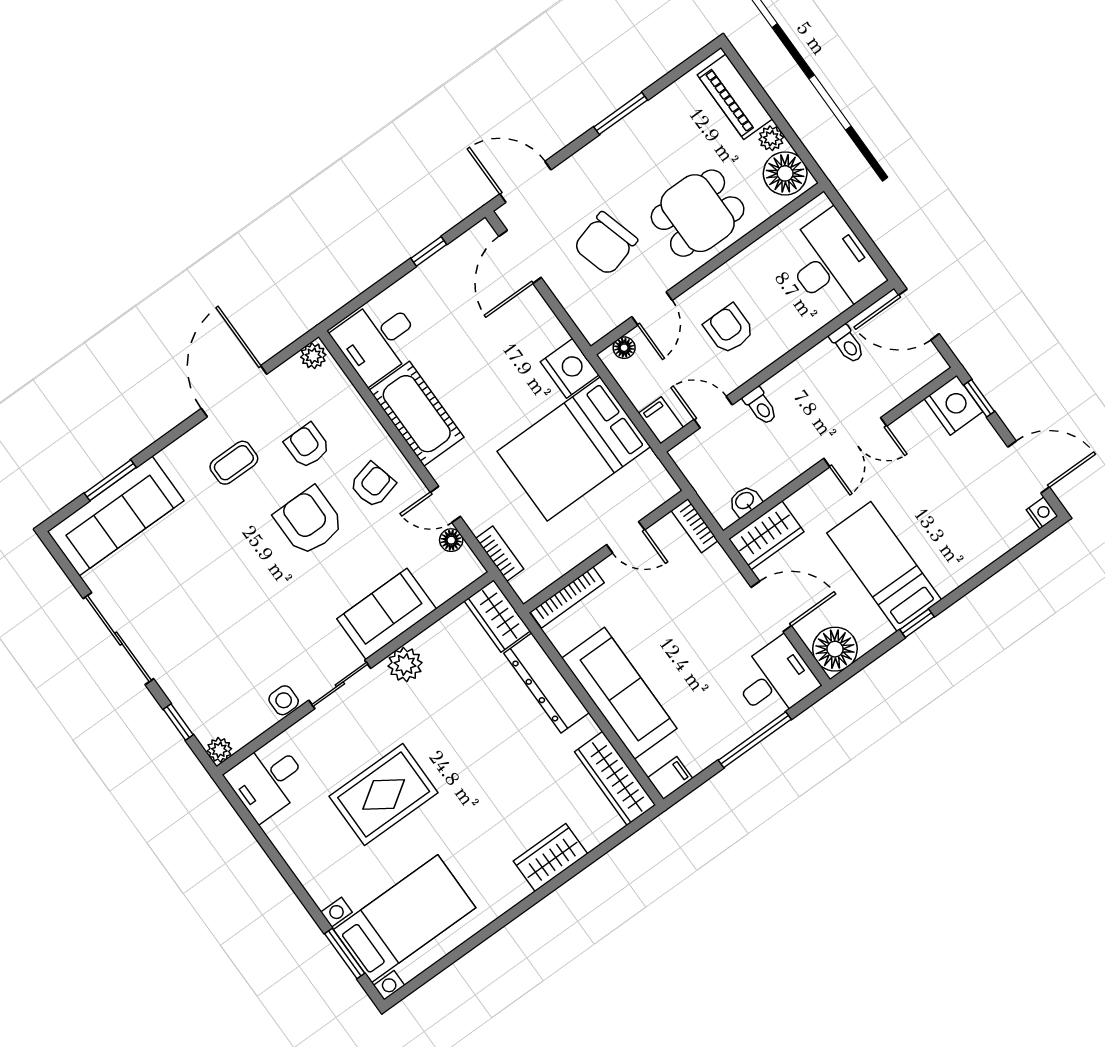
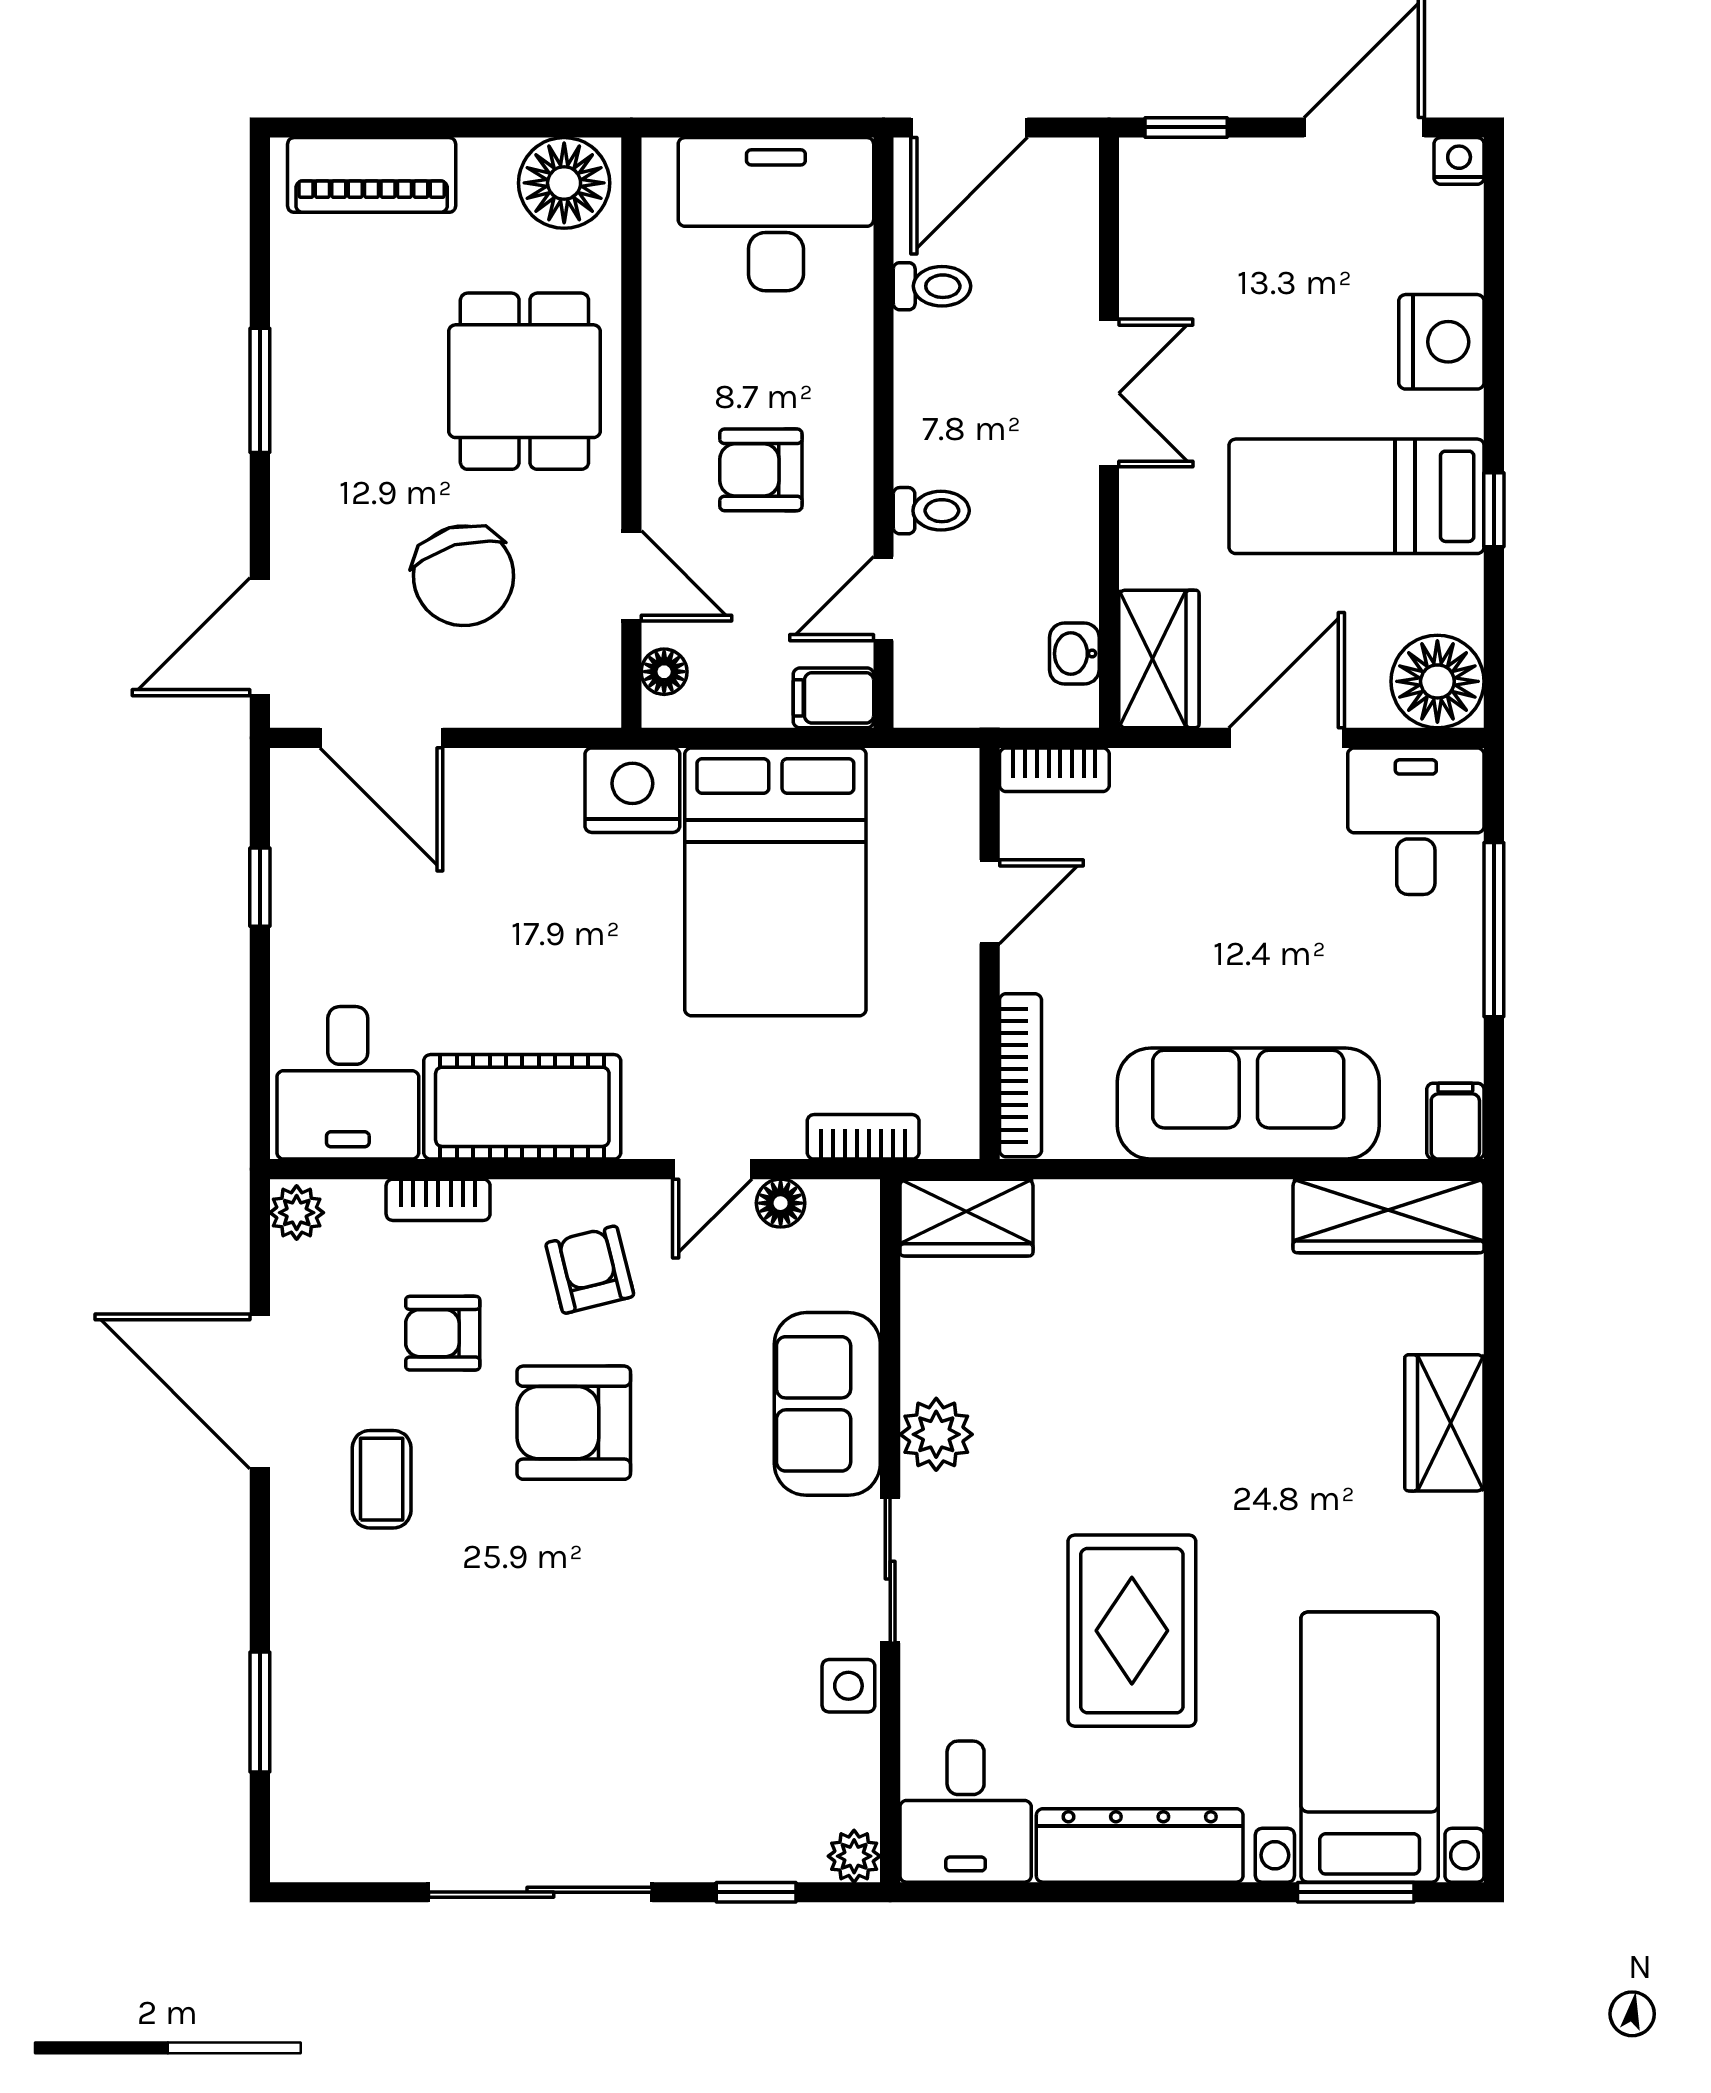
plant: (771, 138) -> (487, 164), removed
nightstand: (953, 405) -> (1441, 342), moved, turned 90
bookcase: (357, 407) -> (438, 1200), added
sofa: (116, 516) -> (328, 1746), removed
dresser: (546, 683) -> (1140, 1845), moved, turned 180

